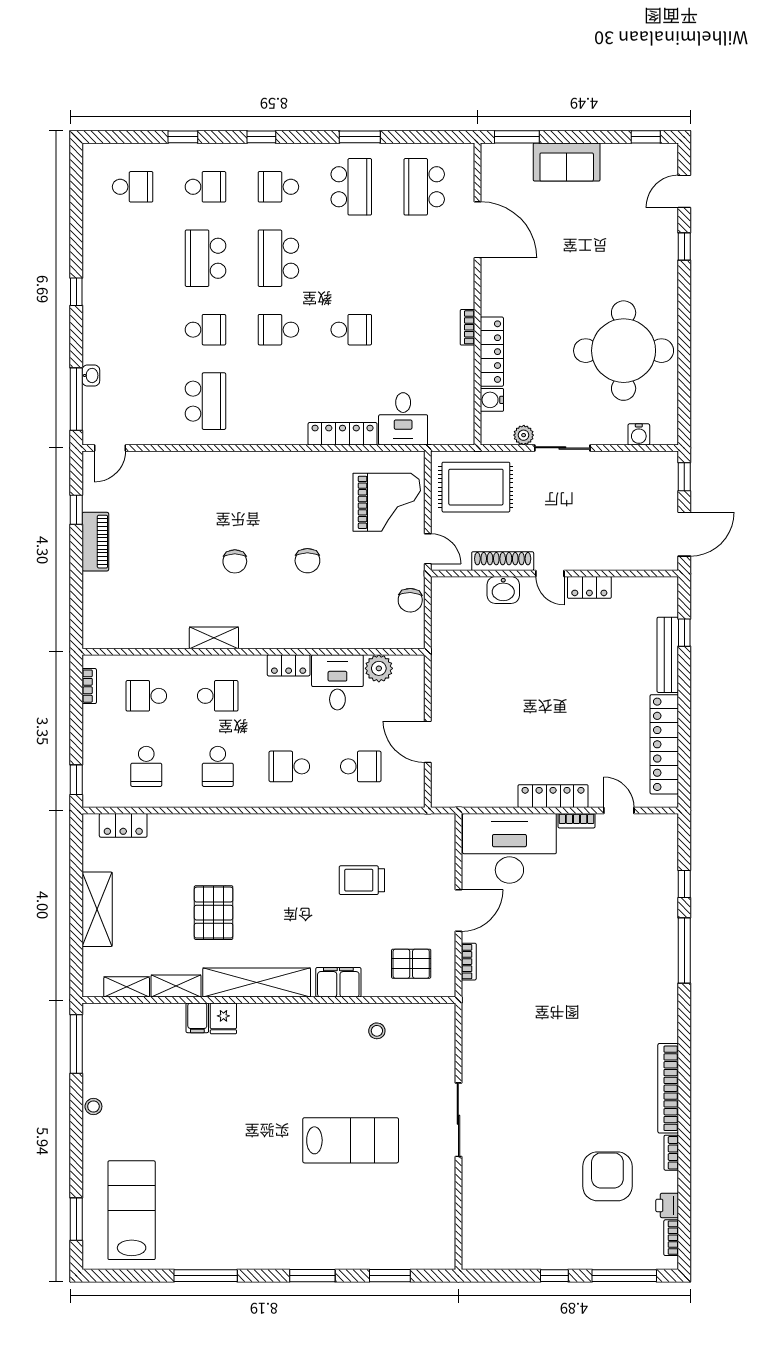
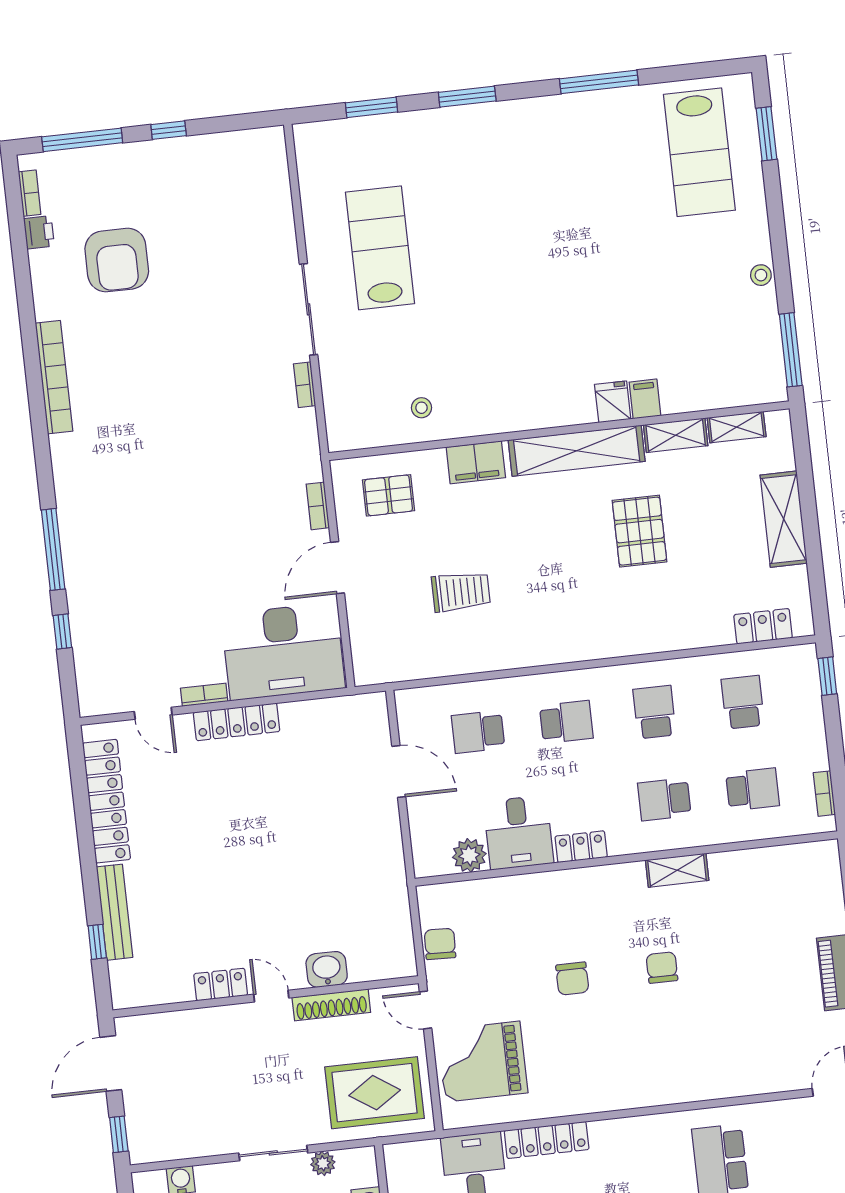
chair: (307, 561) -> (572, 979), turned 180
lab bench: (351, 1140) -> (380, 248), moved, turned 90
bookcase: (671, 1153) -> (305, 385), moved, turned 180

